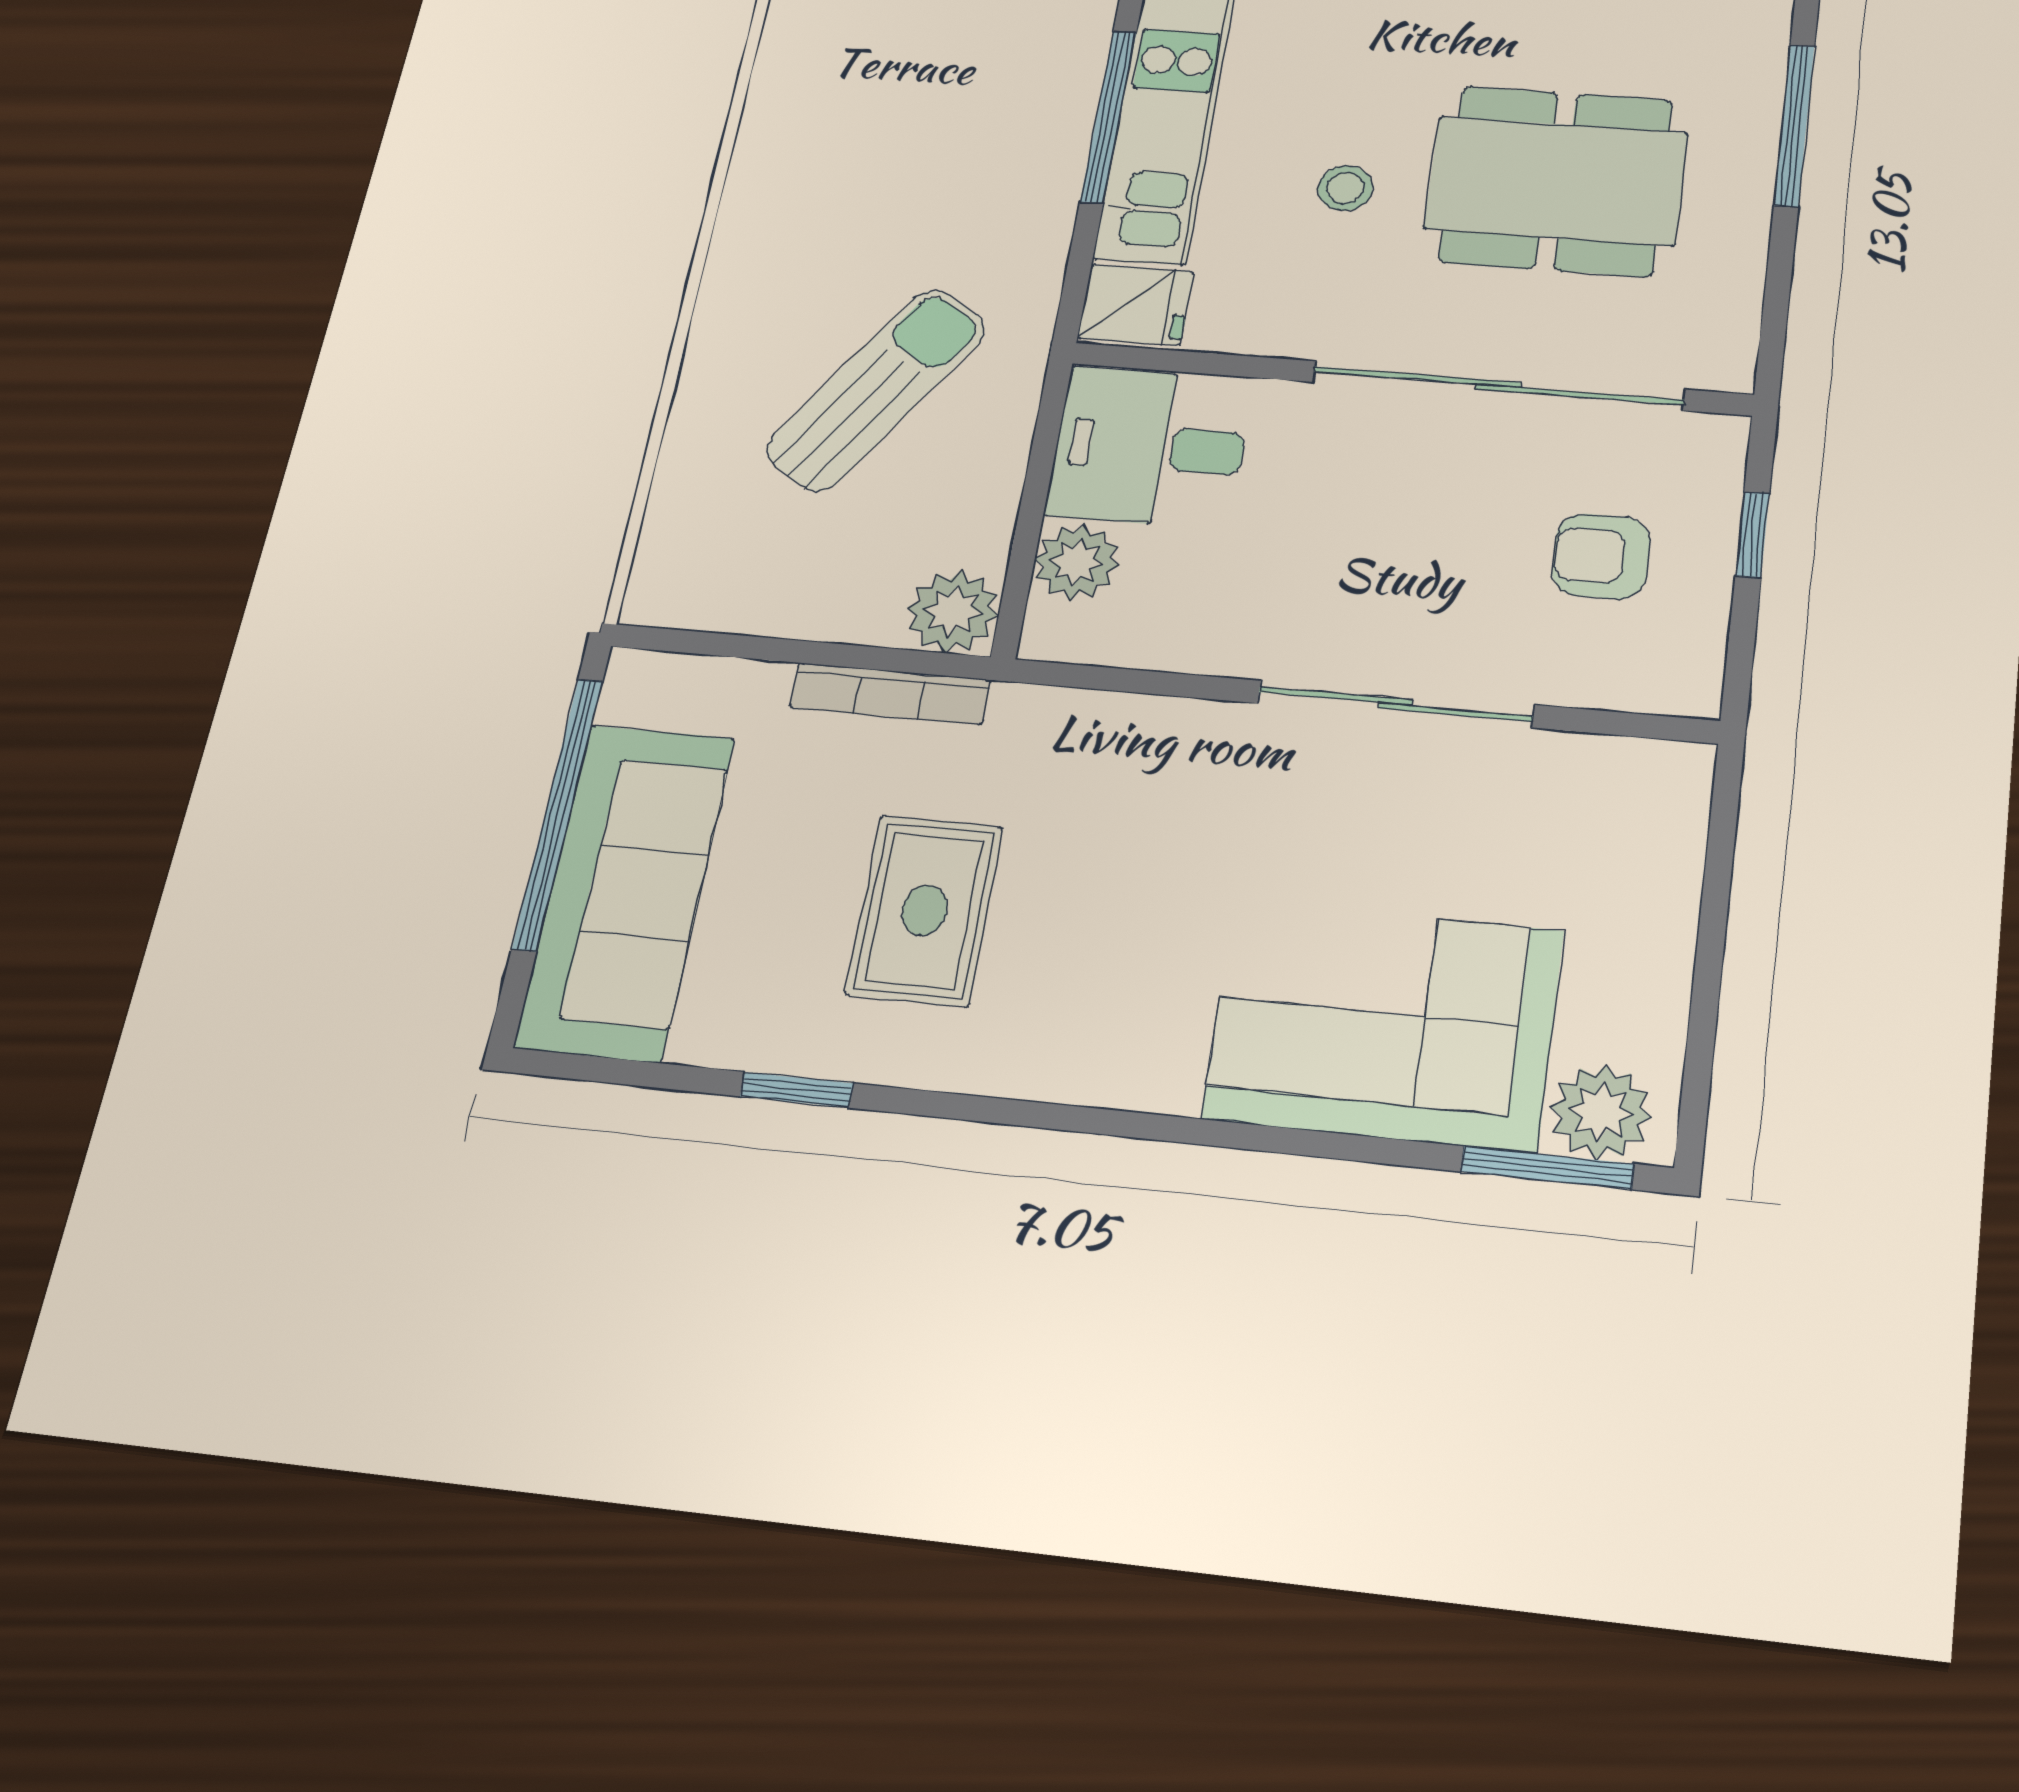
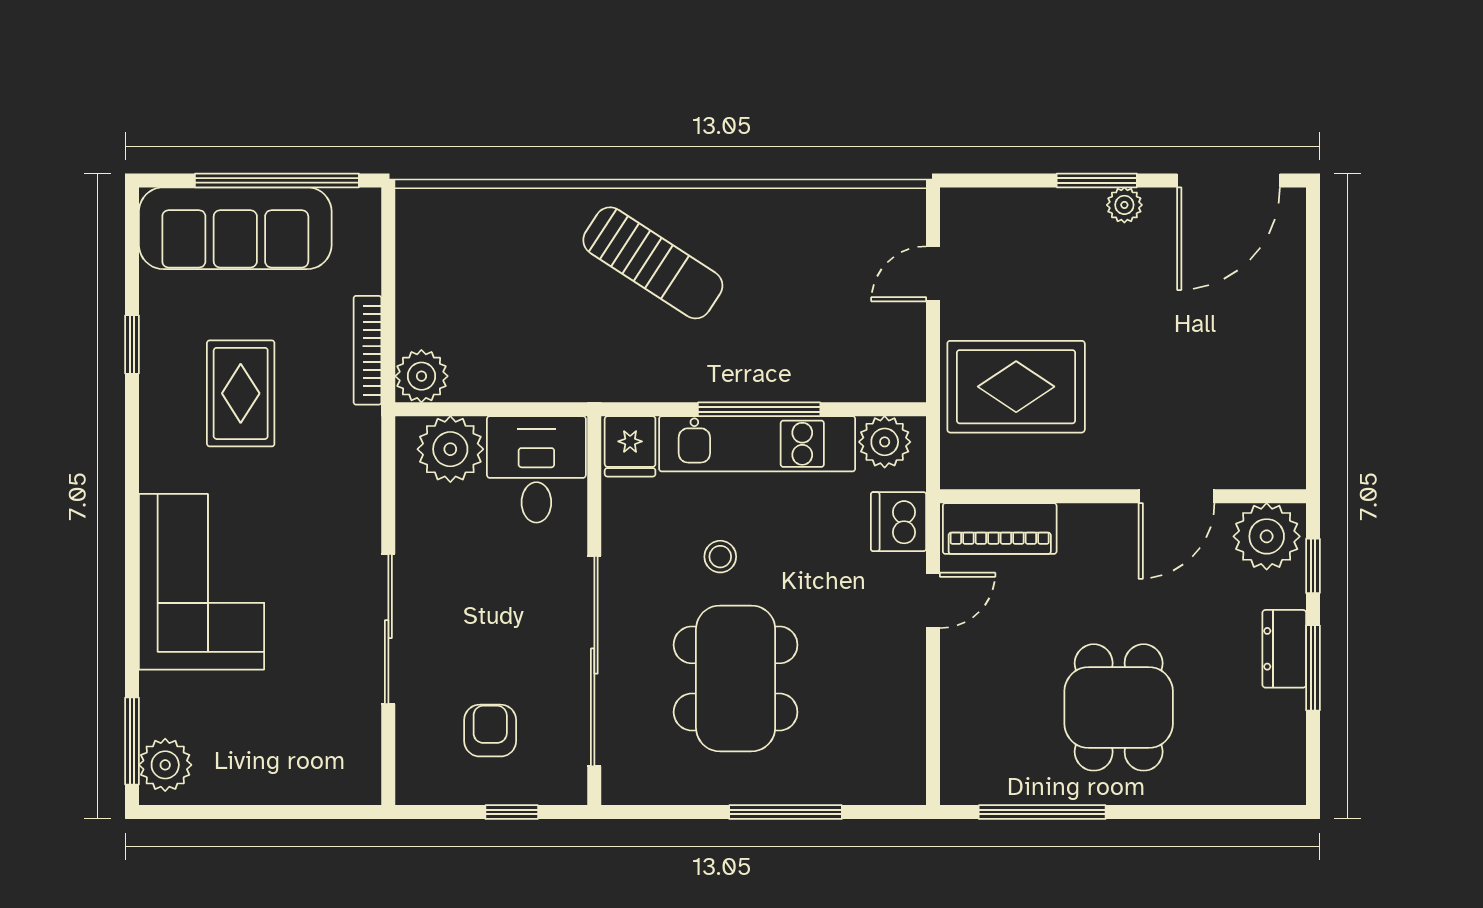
sun lounger: (876, 389) -> (653, 263), moved
plant: (1077, 562) -> (450, 449), width x1.36, depth x1.36
rug: (925, 910) -> (241, 393), turned 90
corner sofa: (1383, 1024) -> (202, 582), moved

